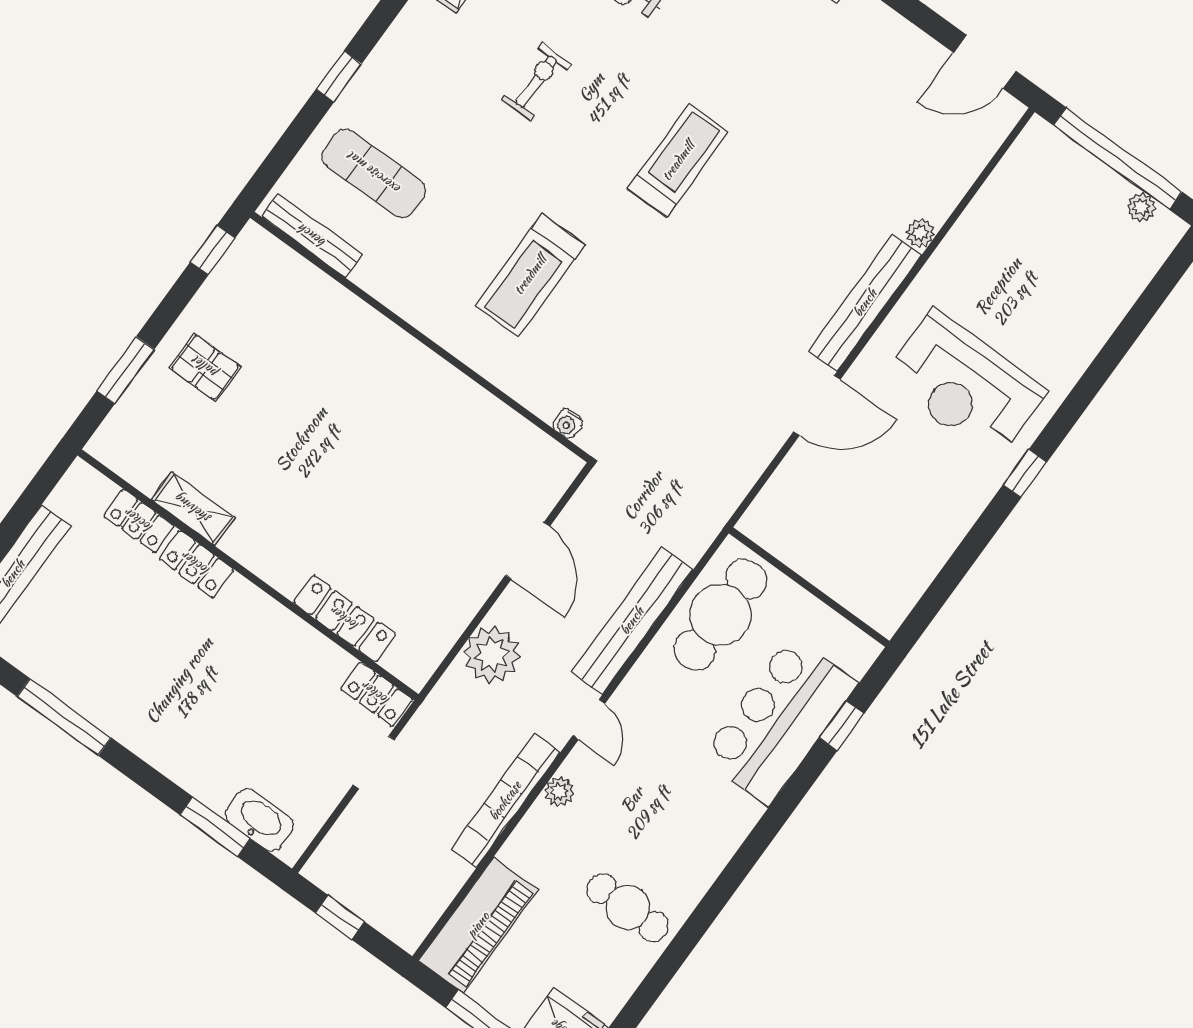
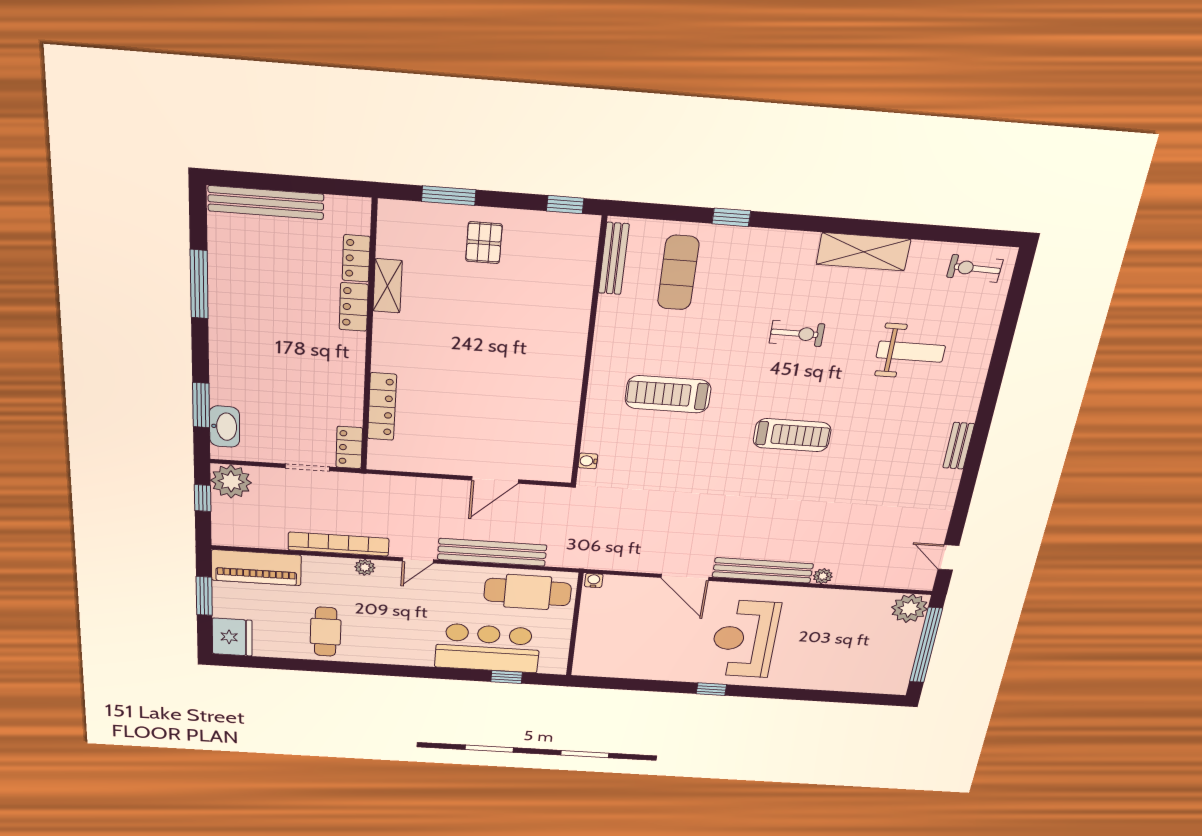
door: (985, 62) -> (948, 557), width x0.73
plant: (1141, 207) -> (910, 608), moved, width x1.88, depth x1.88
water cooler: (752, 522) -> (594, 580), added
plant: (492, 655) -> (231, 481), moved

